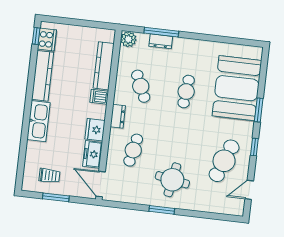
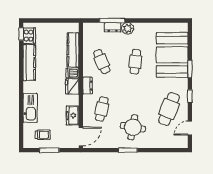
plant: (128, 39) -> (128, 28), moved
kitchen sink: (39, 121) -> (30, 108), moved
fridge: (95, 130) -> (72, 86), moved
door: (101, 184) -> (81, 137), swing flipped

